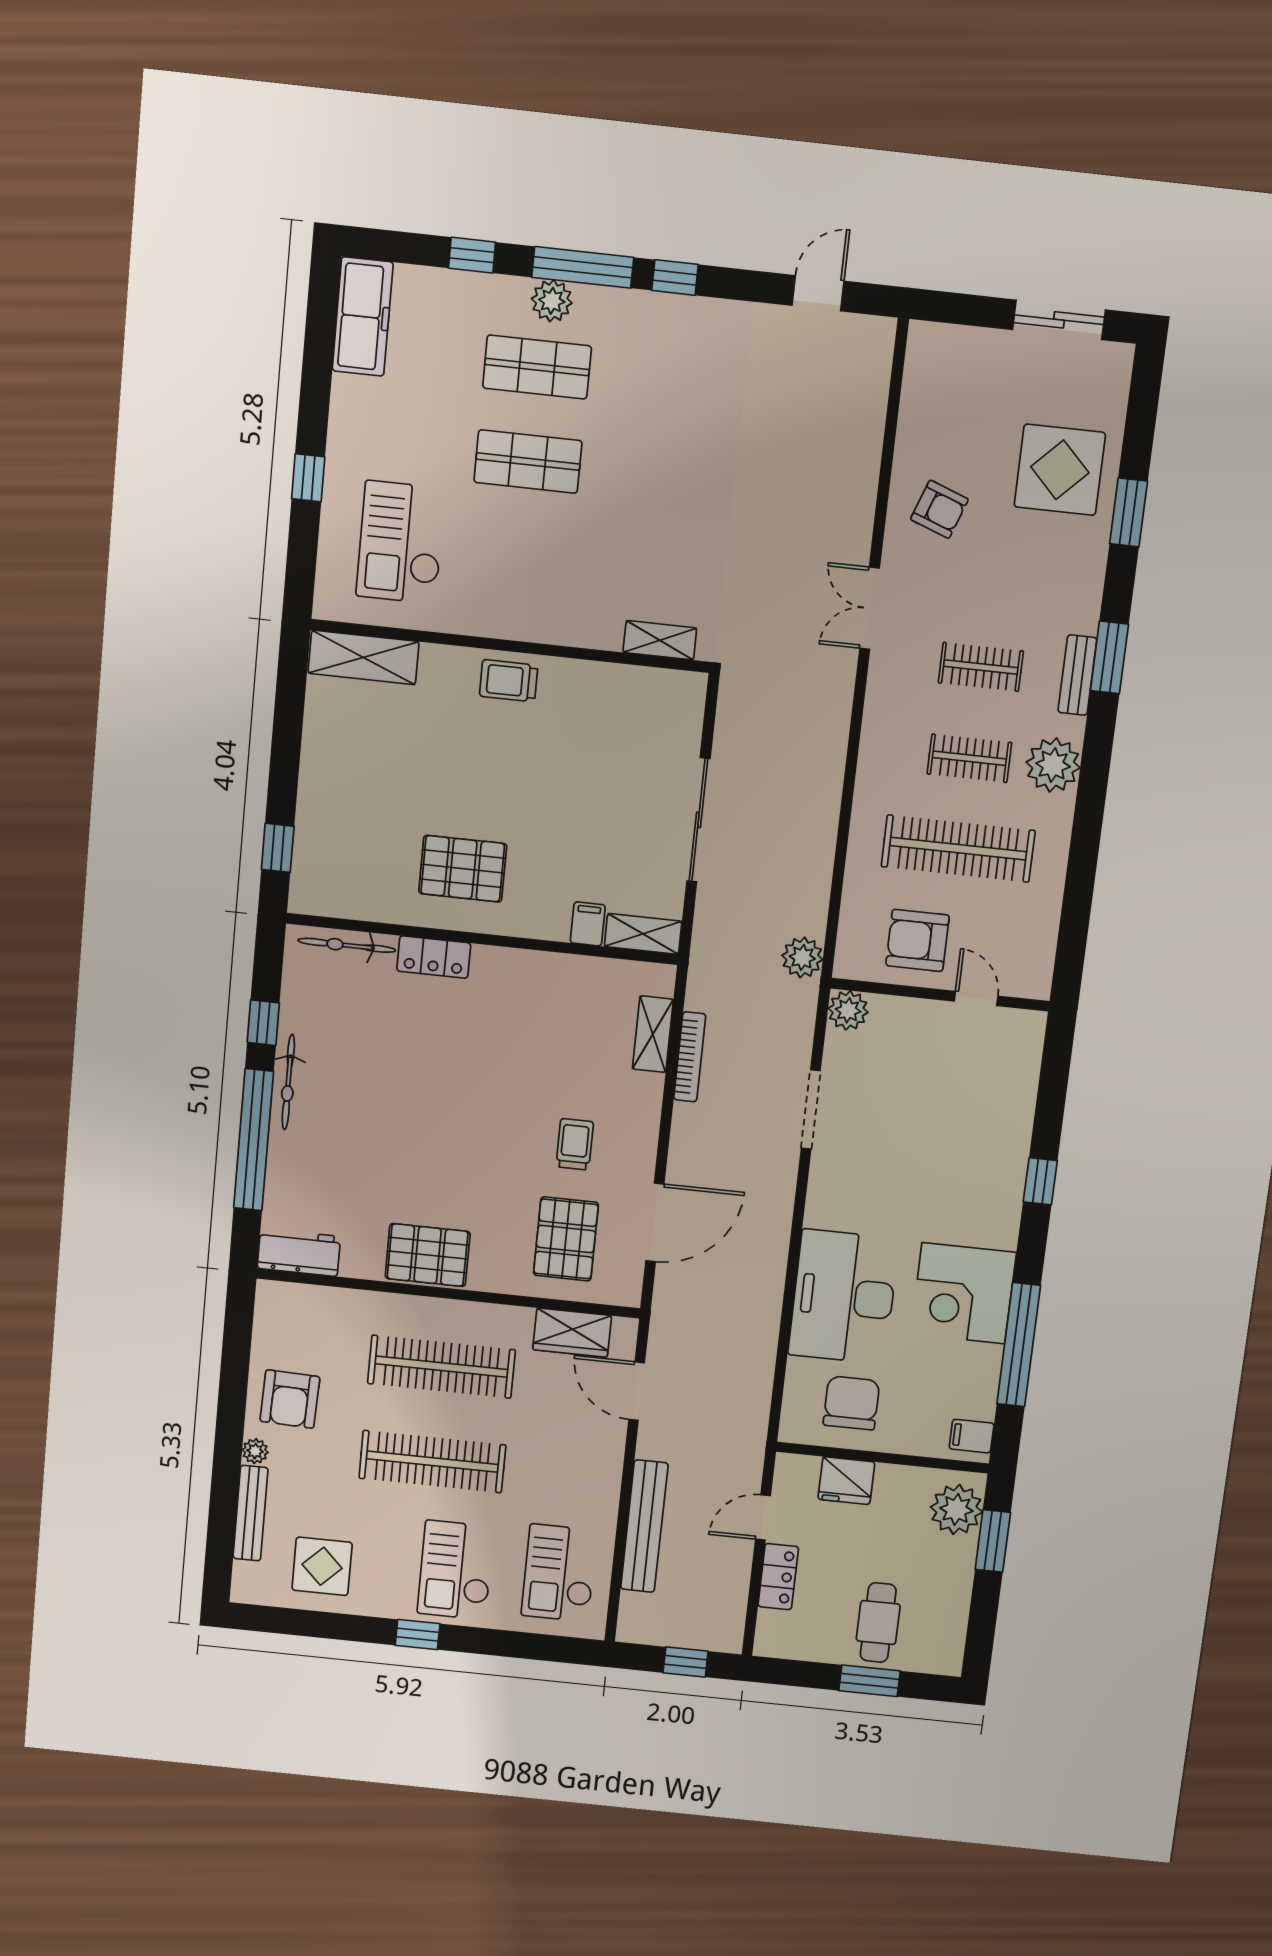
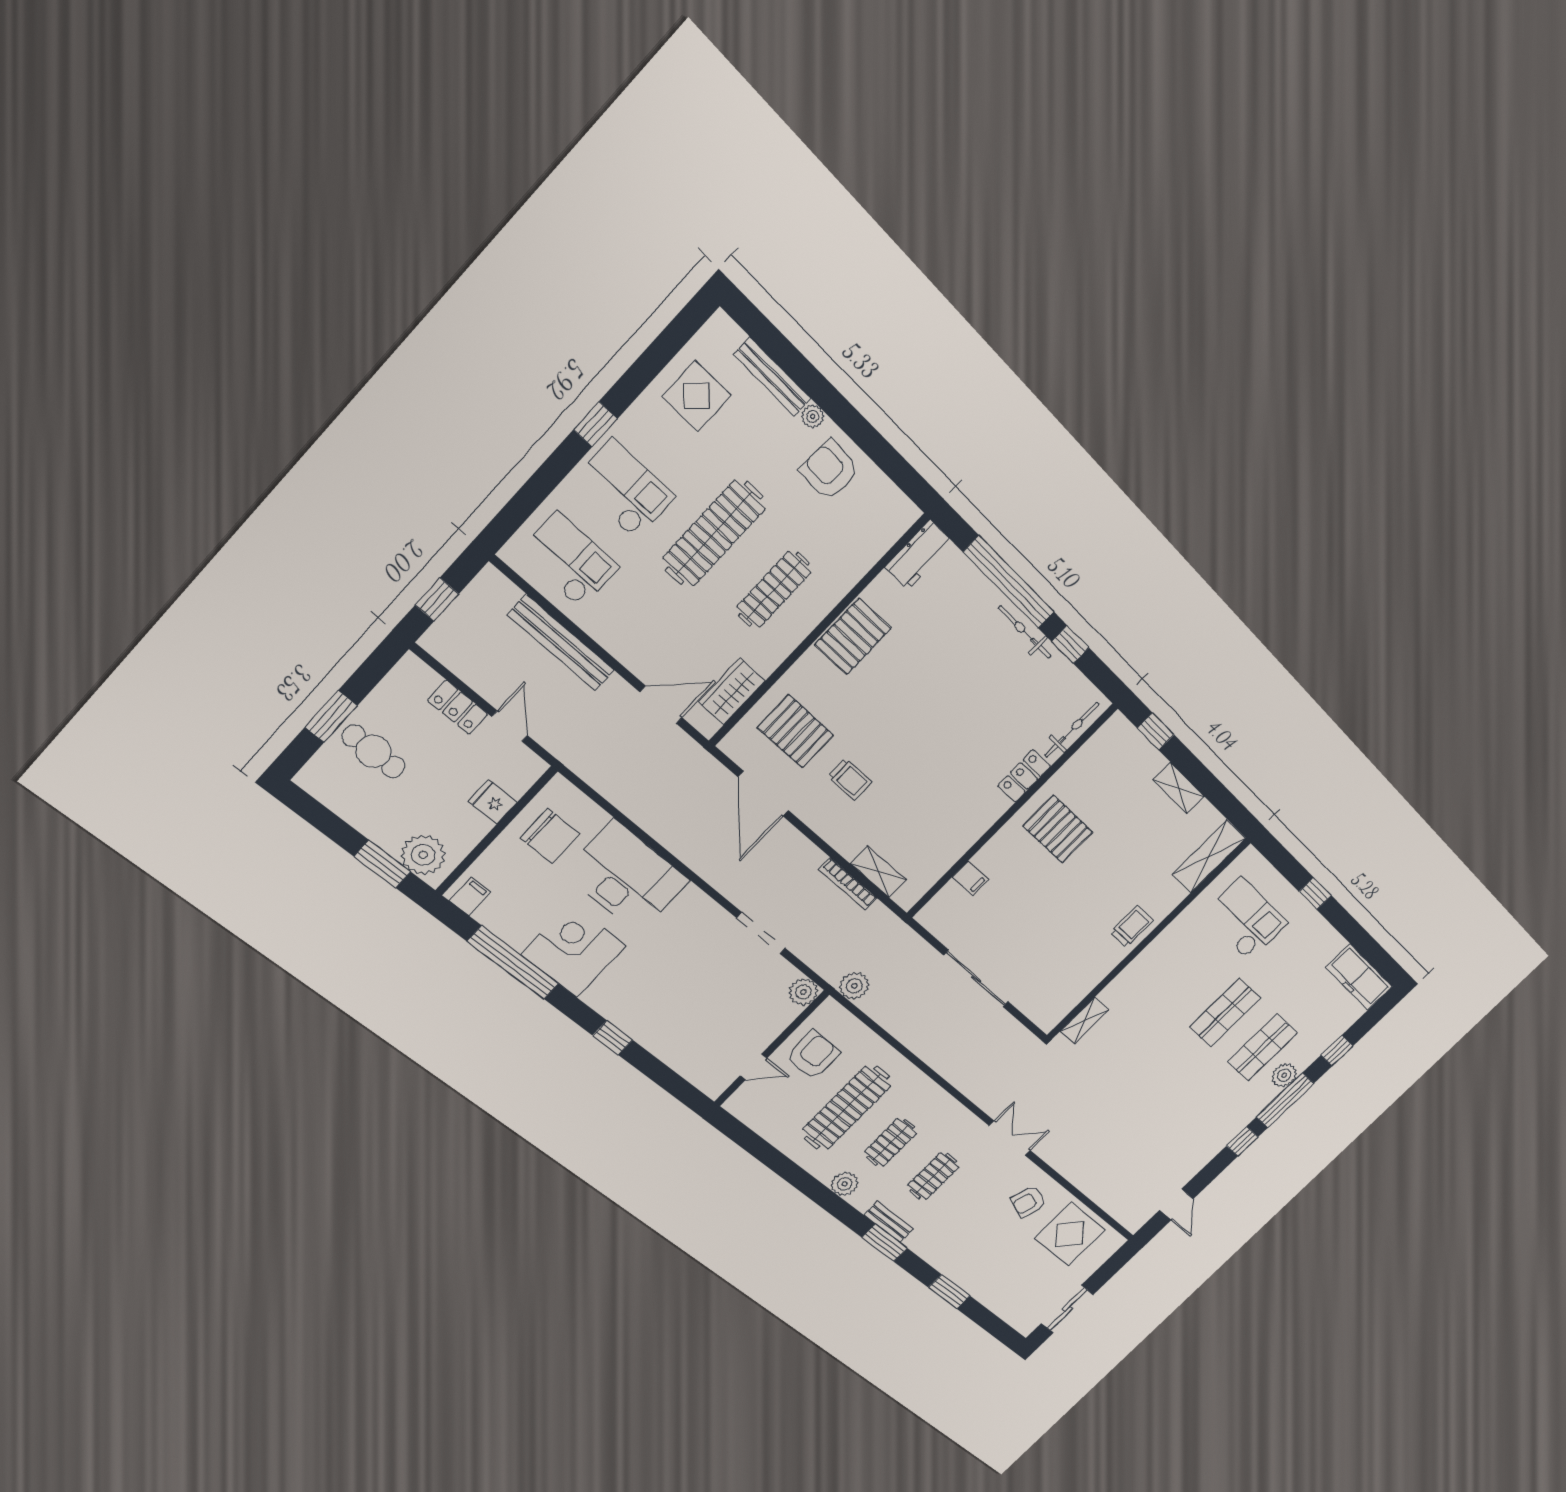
display table: (1060, 470) -> (1070, 1234), moved
plant: (1053, 765) -> (845, 1184), width x0.73, depth x0.73
pallet: (463, 869) -> (1058, 829), turned 90
shelving: (643, 934) -> (1179, 788), moved, turned 90
clothes rail: (441, 1367) -> (774, 589), width x0.73, depth x0.76
fridge: (846, 1481) -> (493, 802), width x0.72

